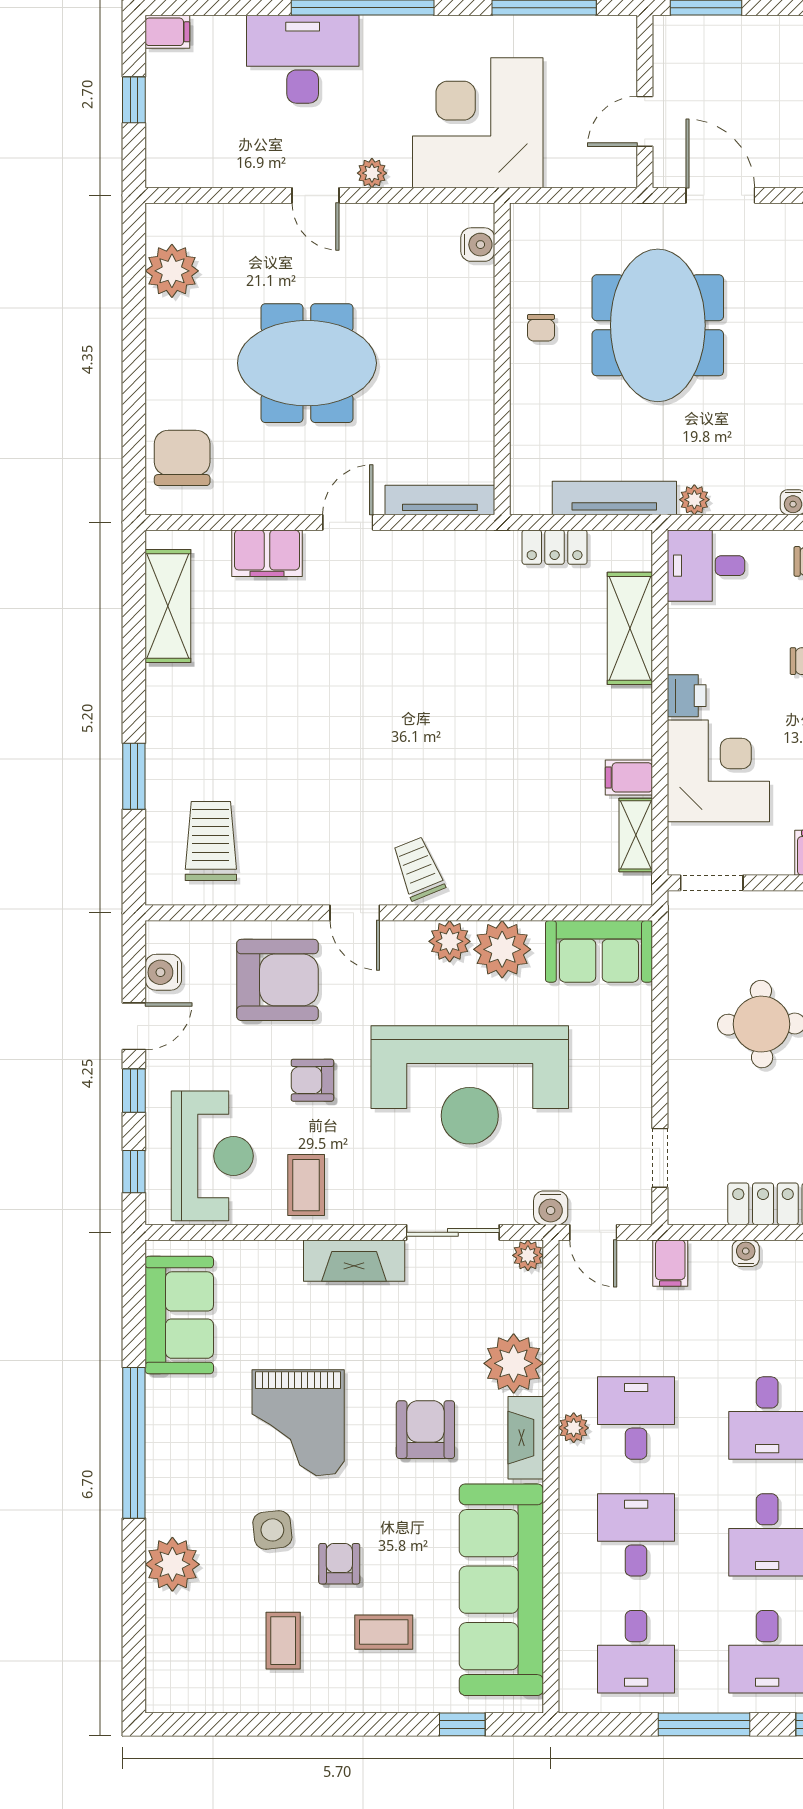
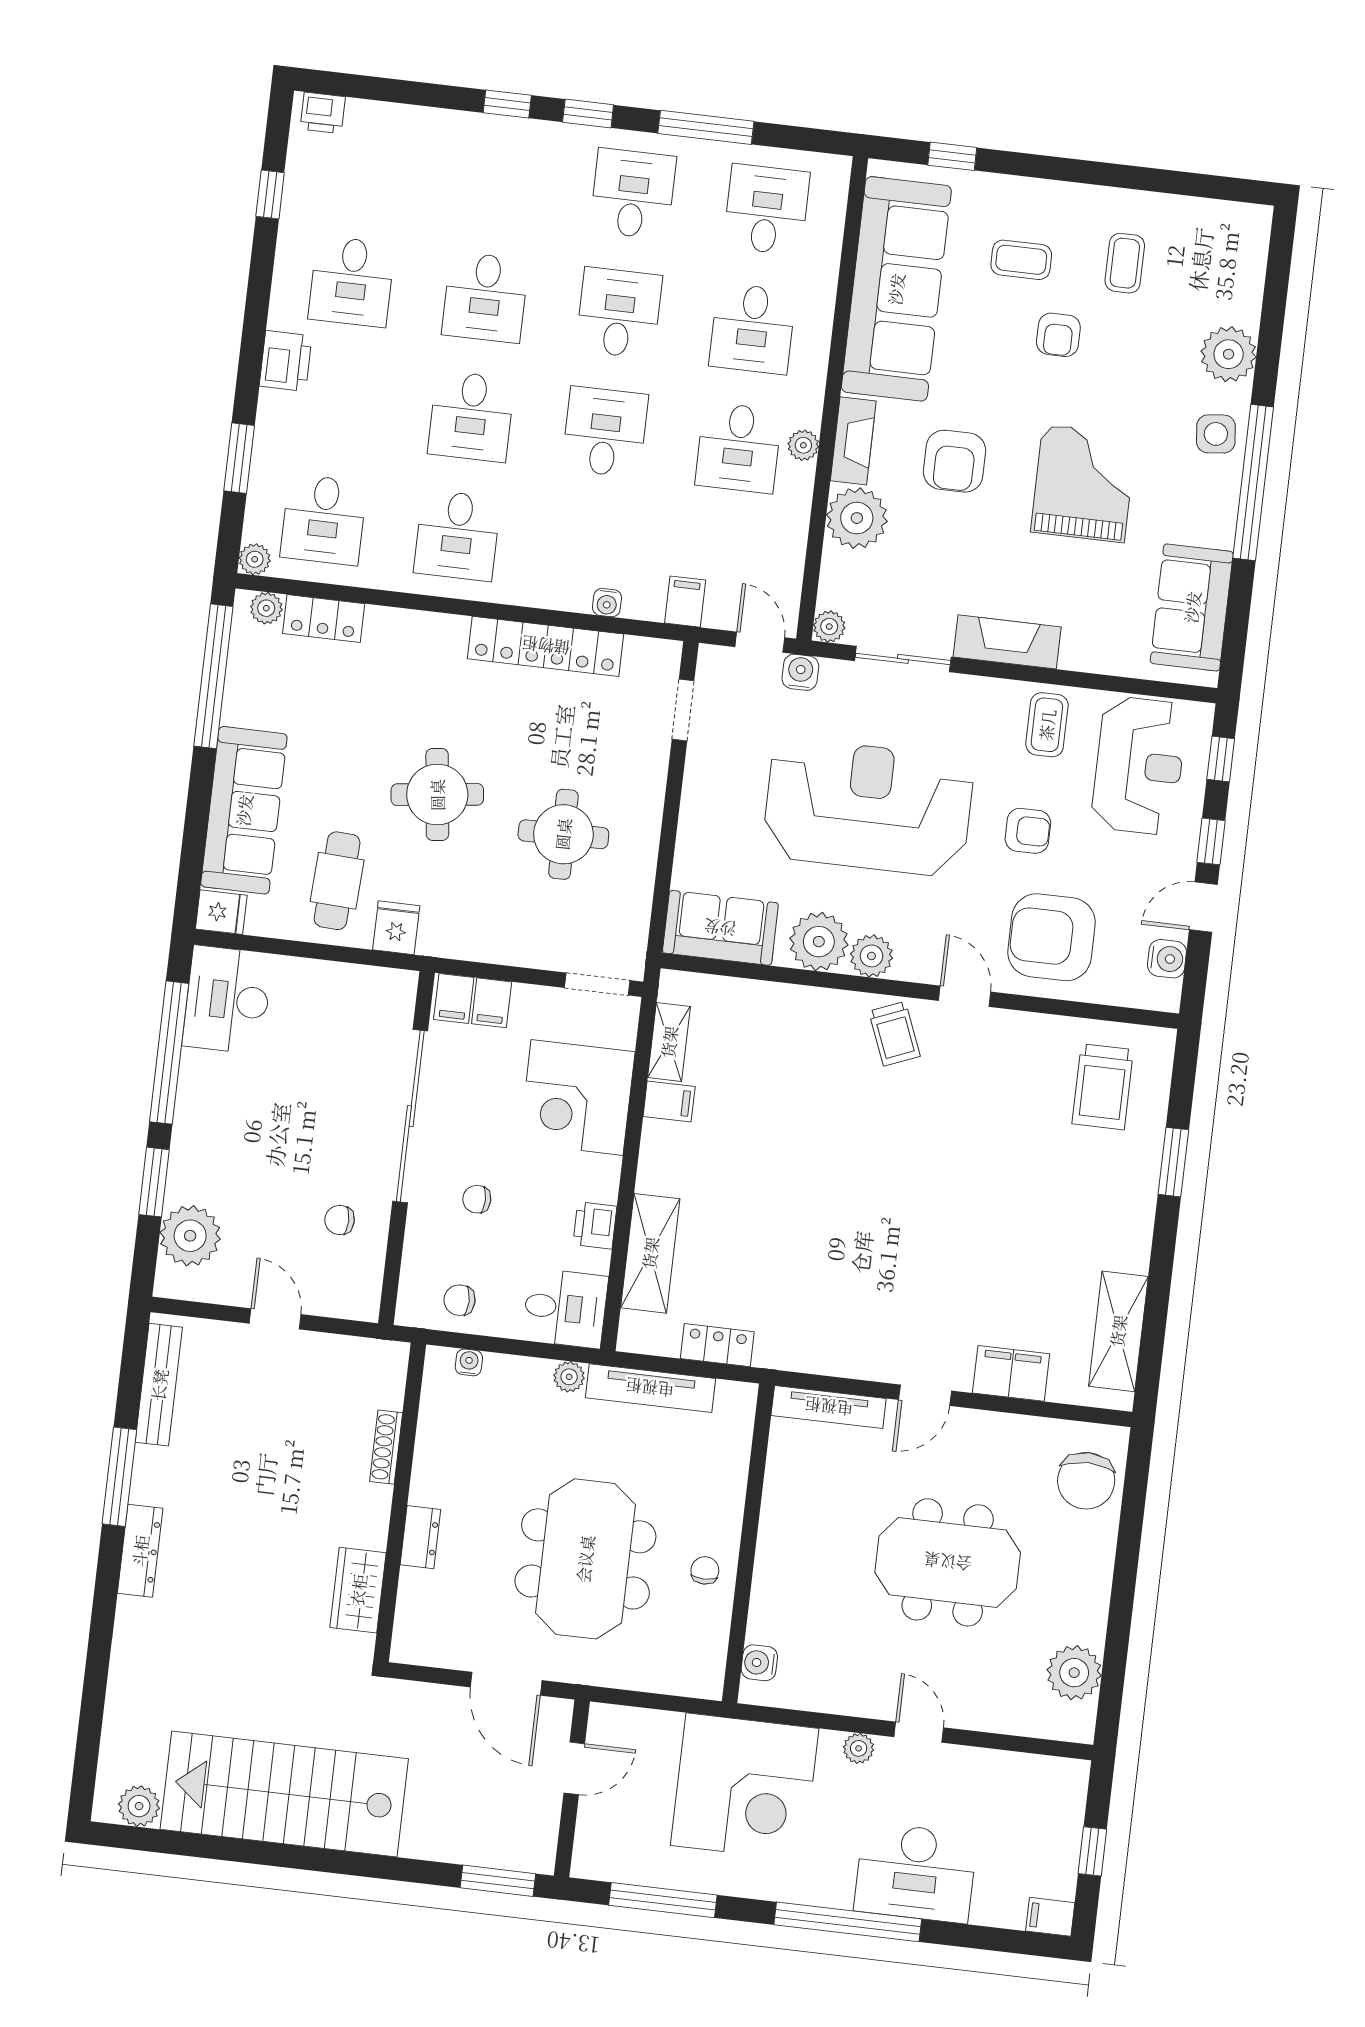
printer: (687, 696) -> (595, 1225), moved
reception desk: (212, 1156) -> (1139, 766), turned 180
side table: (272, 1530) -> (1216, 434), moved

